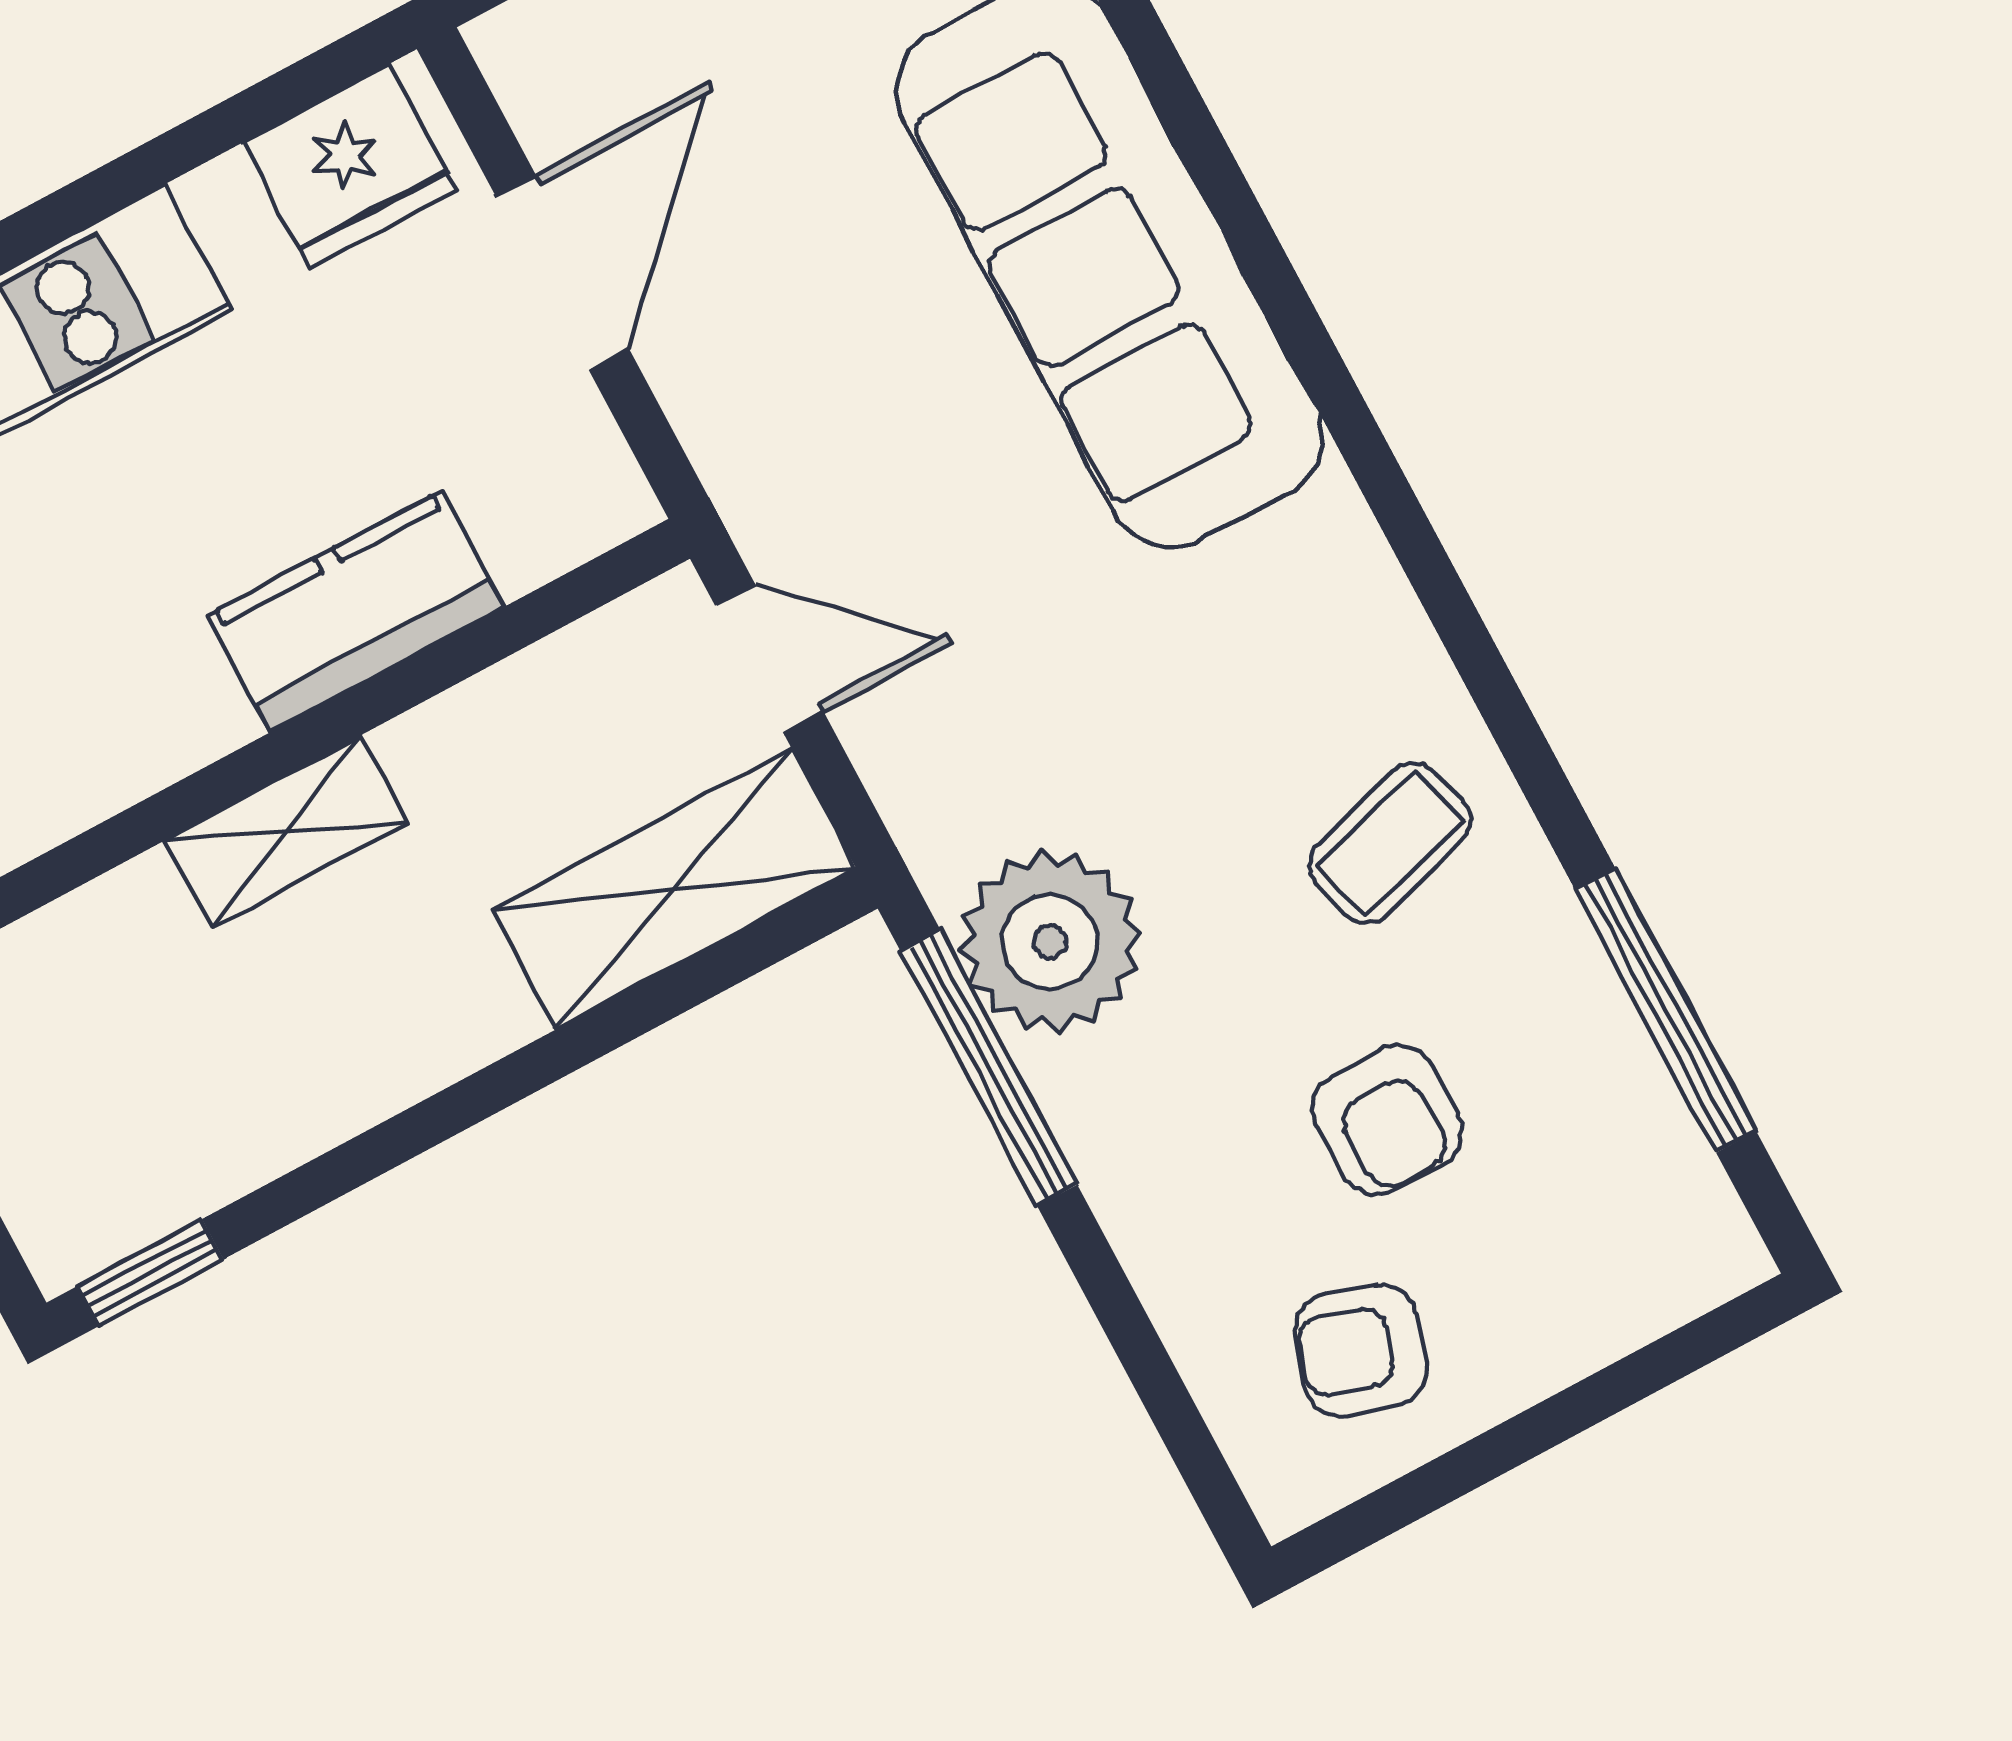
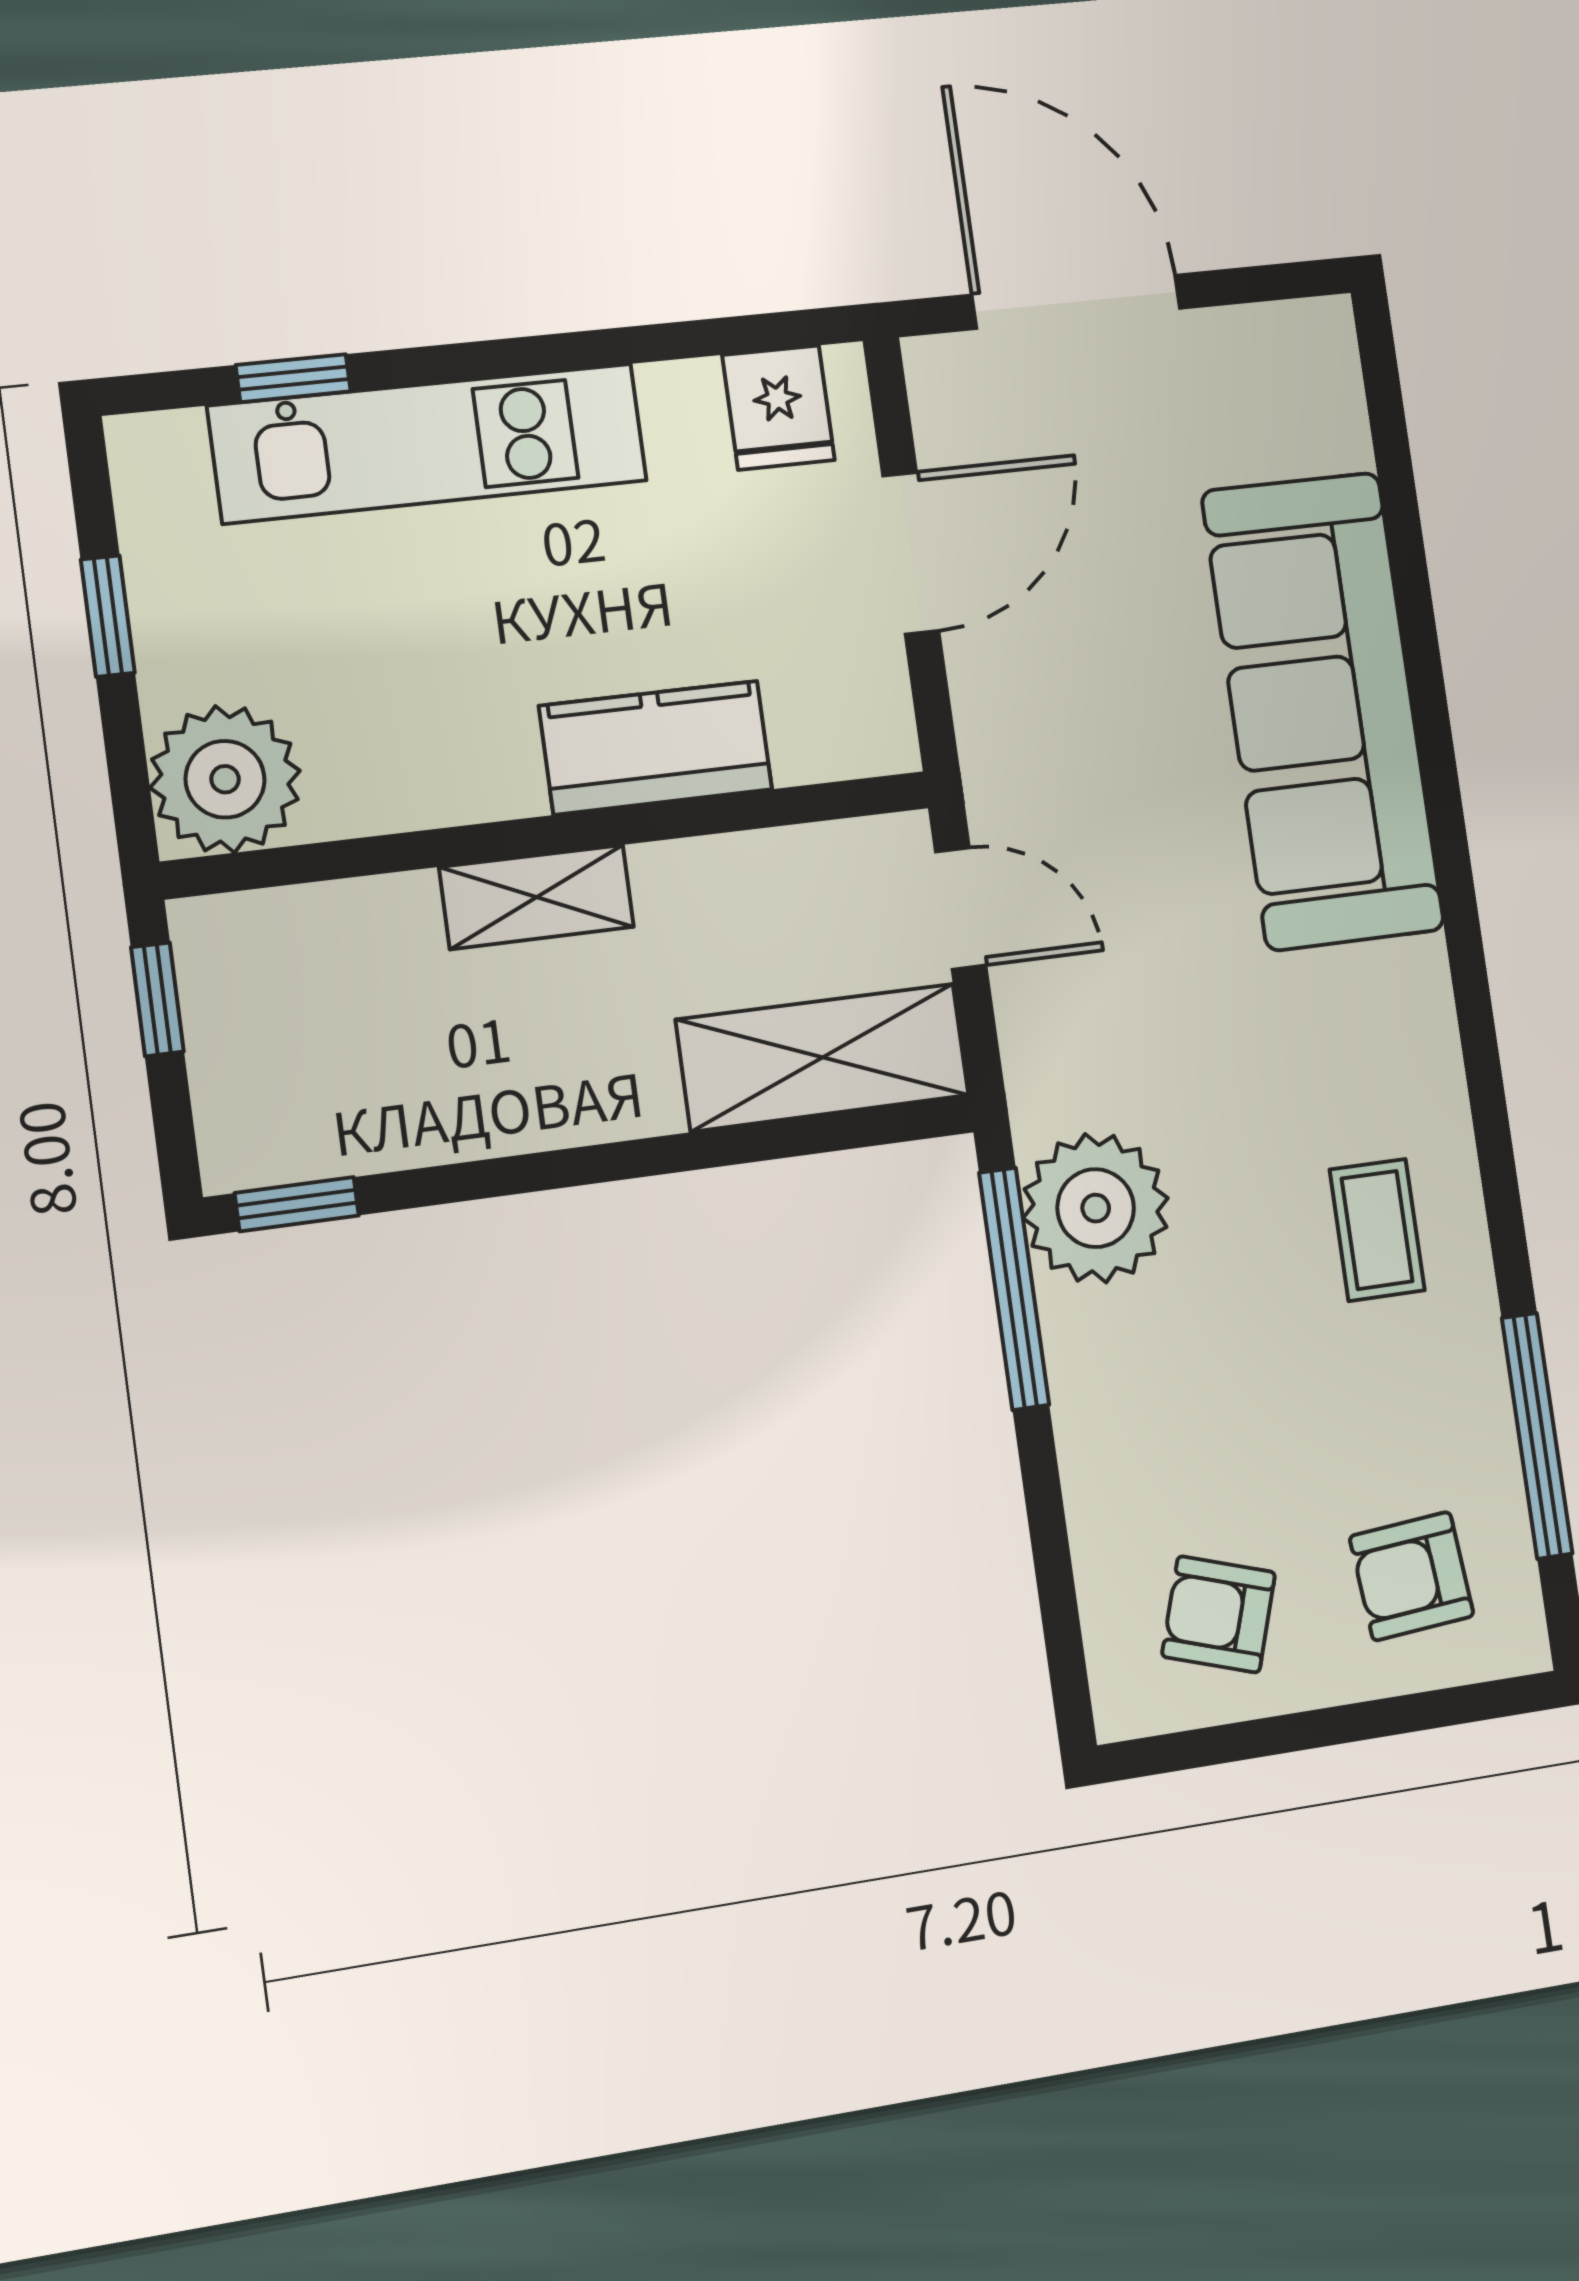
fridge: (350, 166) -> (779, 408), width x0.72
coffee table: (1390, 843) -> (1377, 1230), turned -74
armchair: (1387, 1120) -> (1412, 1576), moved, turned 85

